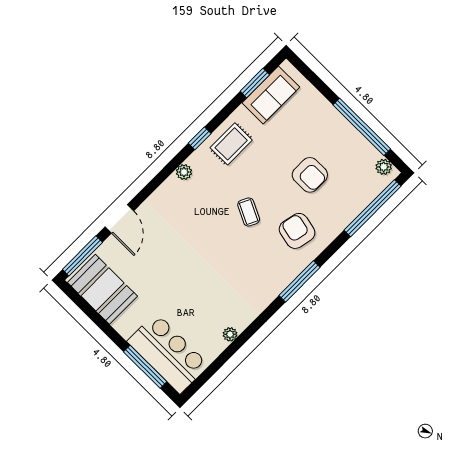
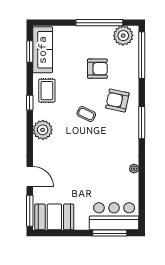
sofa: (271, 95) -> (43, 50), width x1.36
plant: (384, 167) -> (123, 36), width x1.87, depth x1.87
plant: (184, 172) -> (43, 130), width x1.88, depth x1.88
plant: (230, 334) -> (134, 169), moved

